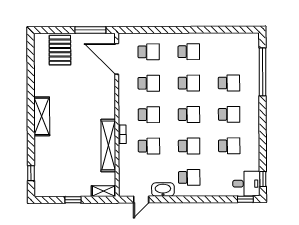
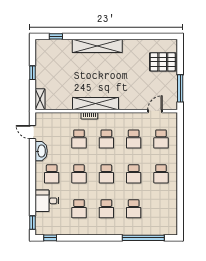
door: (117, 59) -> (155, 111), width x0.53
shelving: (42, 116) -> (97, 46), width x1.47
shelving: (108, 145) -> (96, 104), moved
desk: (246, 184) -> (47, 201), moved, turned 90

